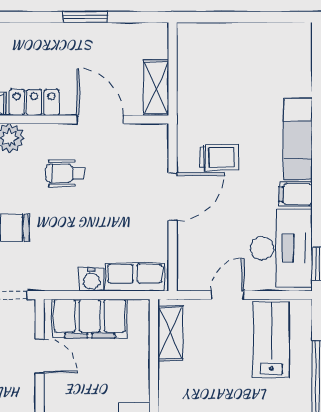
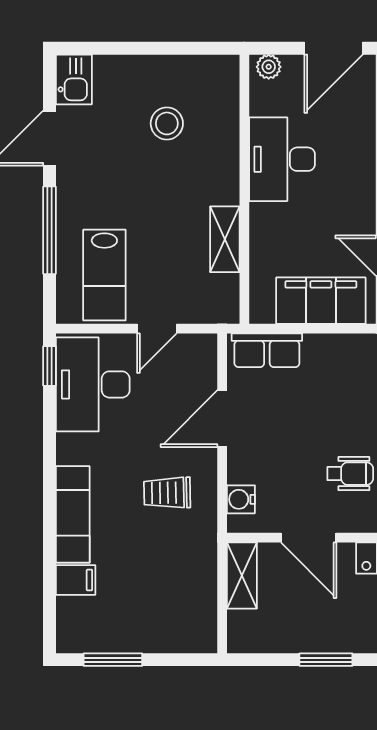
window: (264, 17) -> (113, 660), added
filing cabinet: (296, 194) -> (76, 580), moved
door: (173, 197) -> (222, 419), moved
water cooler: (91, 279) -> (241, 499), moved, turned -90
shelving: (170, 333) -> (225, 239), moved

